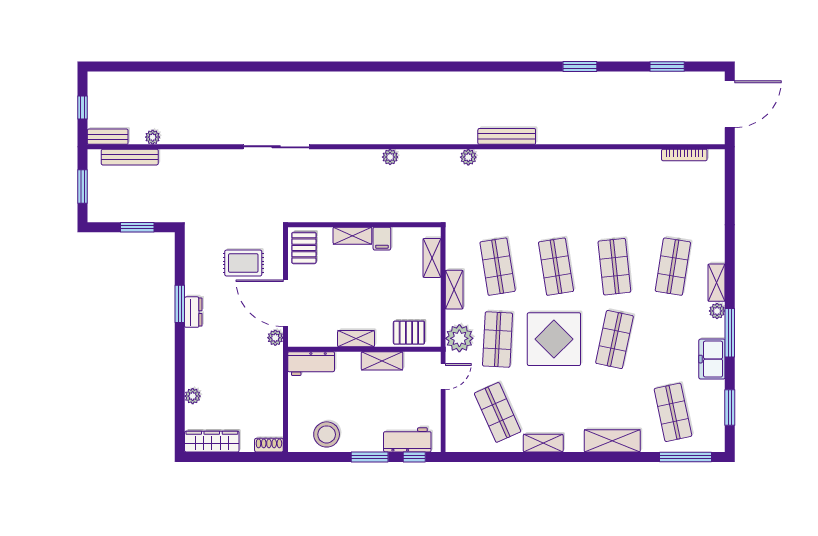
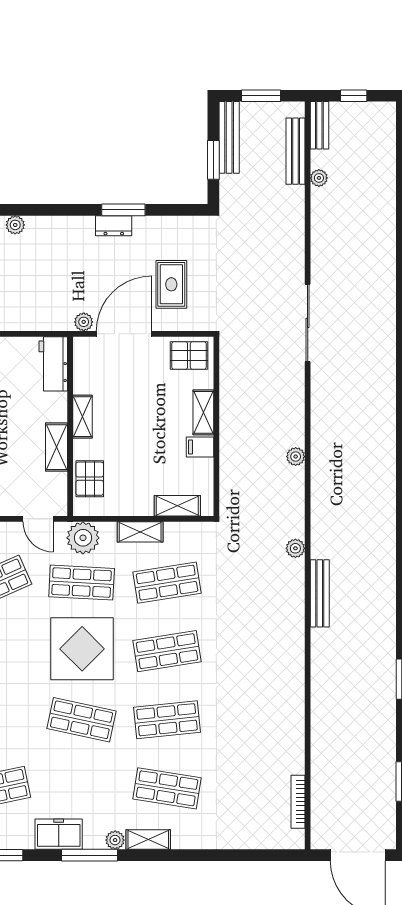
bench: (118, 214) -> (229, 137), added

